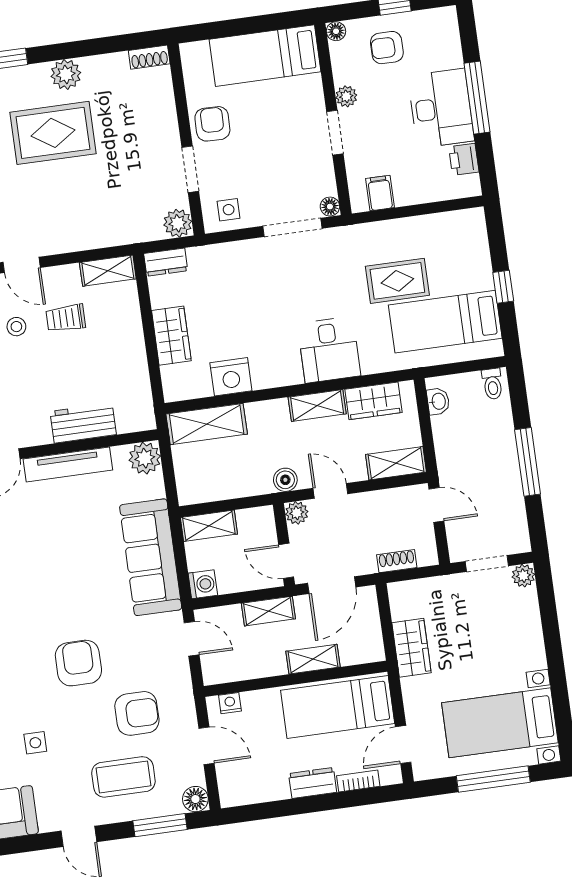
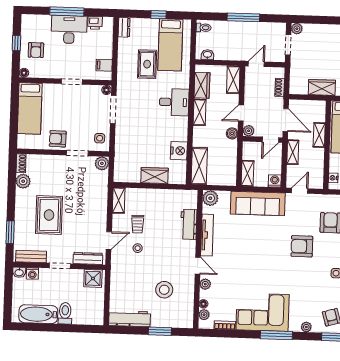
plant: (66, 74) -> (23, 181), moved
plant: (346, 96) -> (56, 73), removed
dresser: (166, 262) -> (124, 27), moved

